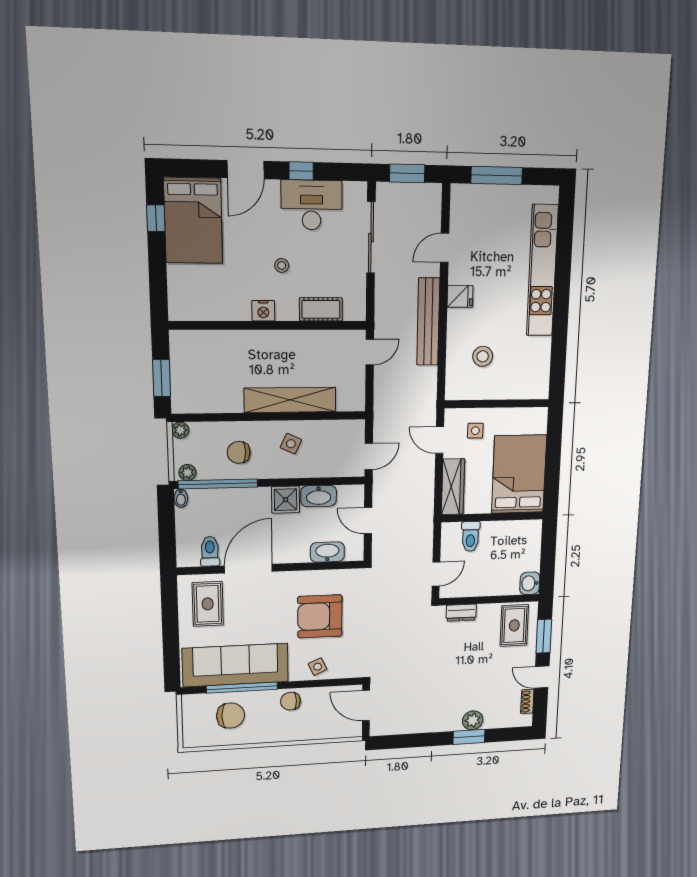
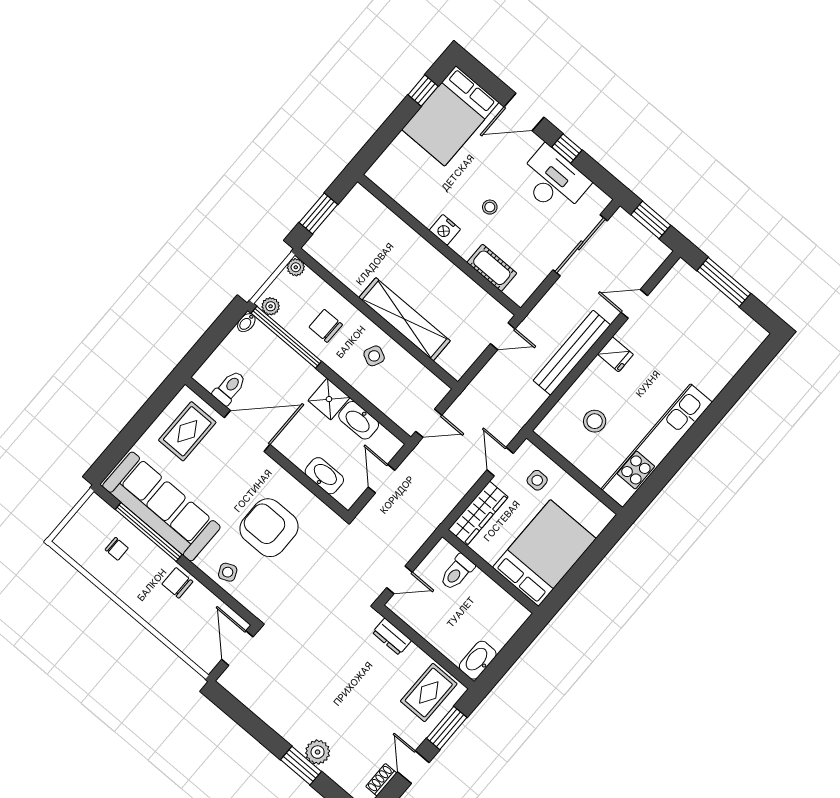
kitchen unit: (542, 271) -> (657, 446), moved
washbasin: (530, 583) -> (478, 660), width x1.38
chair: (231, 716) -> (117, 549), width x0.54, depth x0.54

